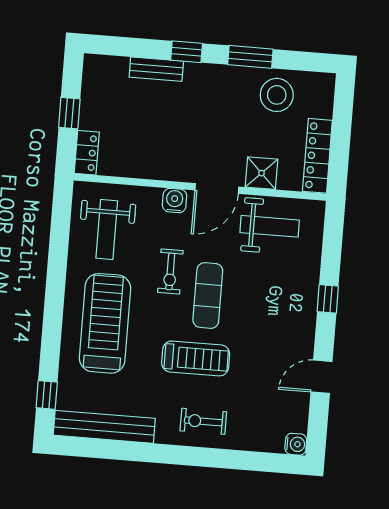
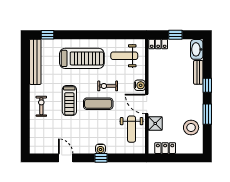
washbasin: (106, 68) -> (197, 49), added
locker: (317, 156) -> (165, 148), width x0.66
water cooler: (296, 444) -> (100, 149), moved

